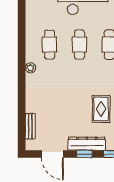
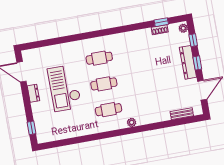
rug: (101, 109) -> (156, 55), removed

